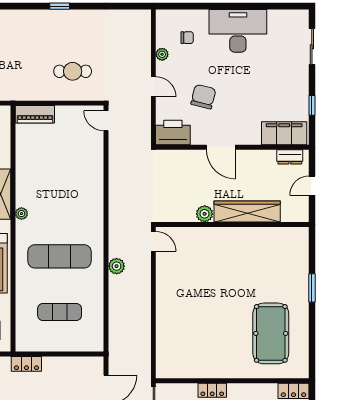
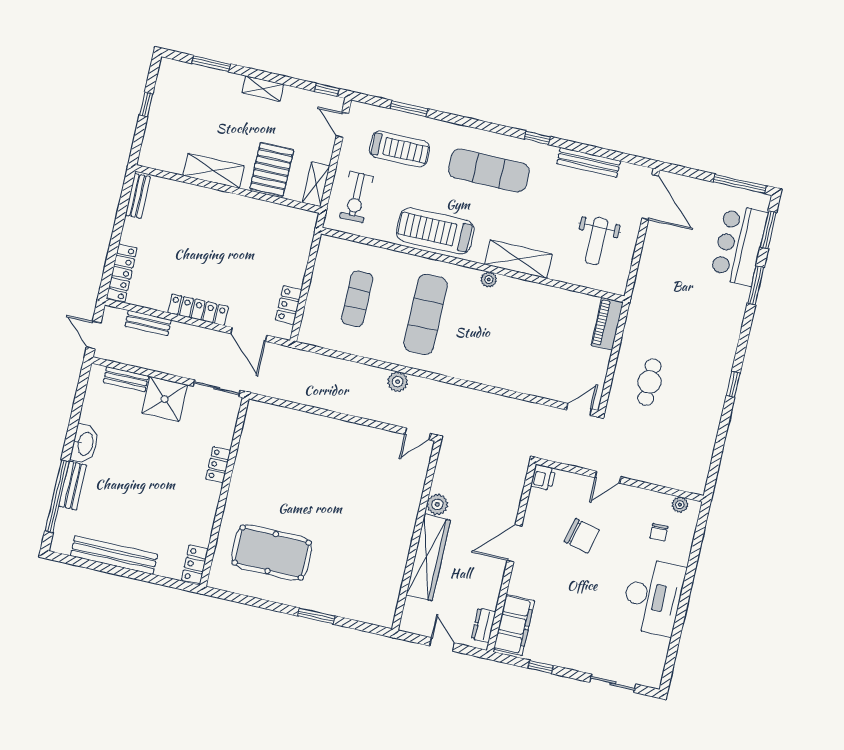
plant: (162, 54) -> (680, 505), moved
printer: (173, 133) -> (543, 477), width x0.53, depth x0.68
locker: (26, 364) -> (289, 305), moved

